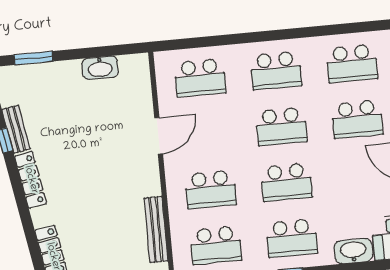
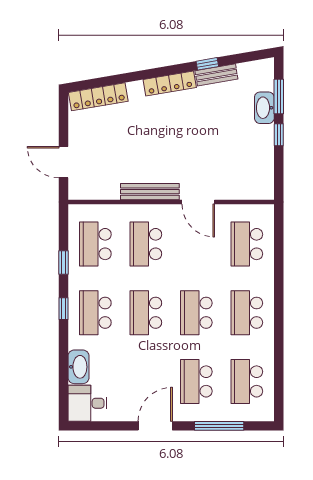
window: (76, 54) -> (279, 135), added
washbasin: (100, 68) -> (264, 108), moved
bench: (156, 229) -> (150, 192), moved

